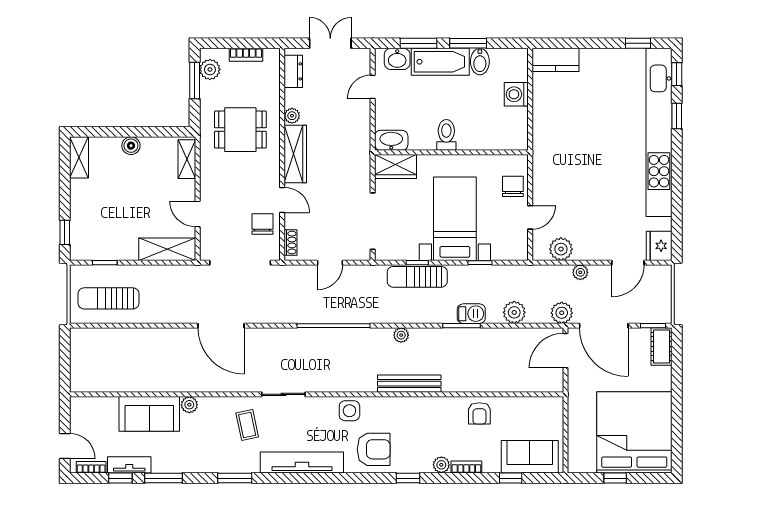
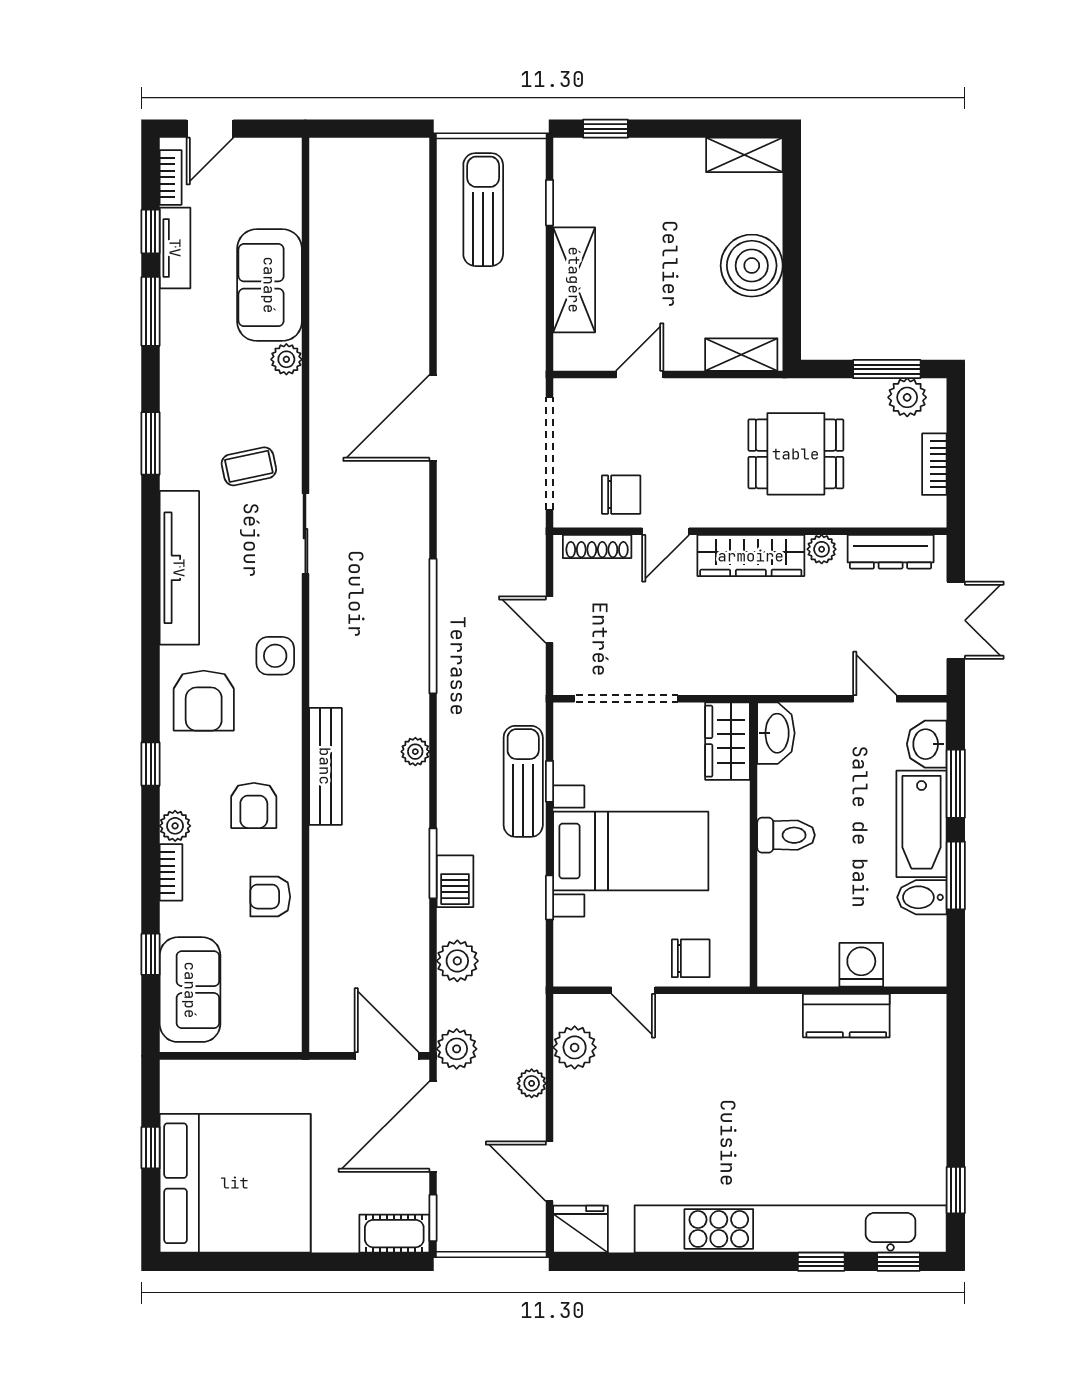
kitchen counter: (555, 60) -> (846, 1016), moved, turned -90
dresser: (293, 71) -> (891, 552), width x1.44
dining table: (240, 130) -> (796, 454), turned 90
boiler: (131, 146) -> (752, 266), width x1.86, depth x1.86
shoe rack: (290, 242) -> (597, 547), width x1.43
shelving: (167, 249) -> (574, 280), moved
armchair: (430, 422) -> (254, 805), added

